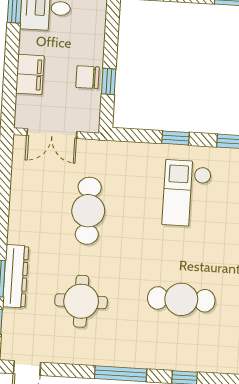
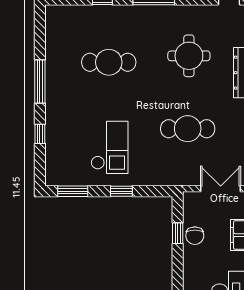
chair: (87, 77) -> (195, 236), turned 90
cafe table: (88, 211) -> (188, 129), turned 90

